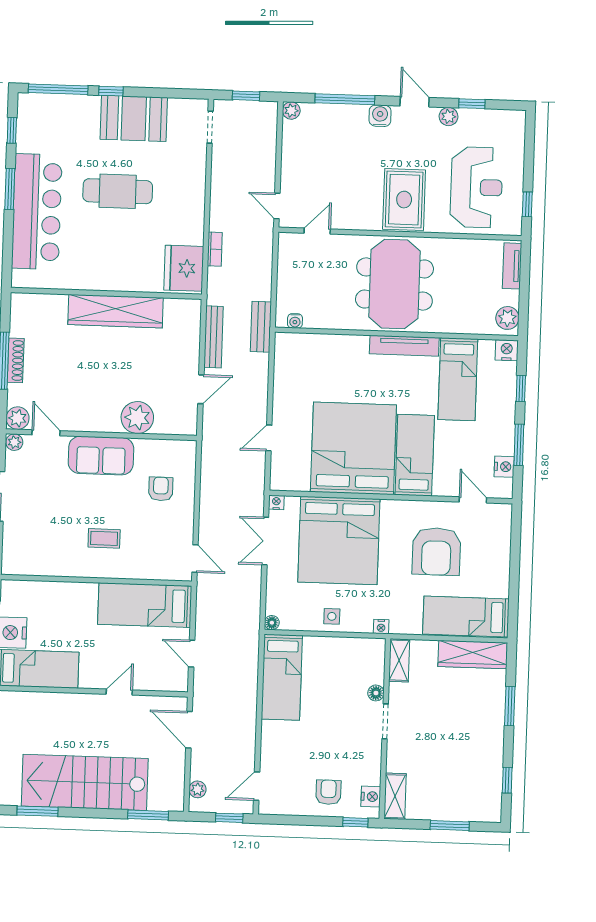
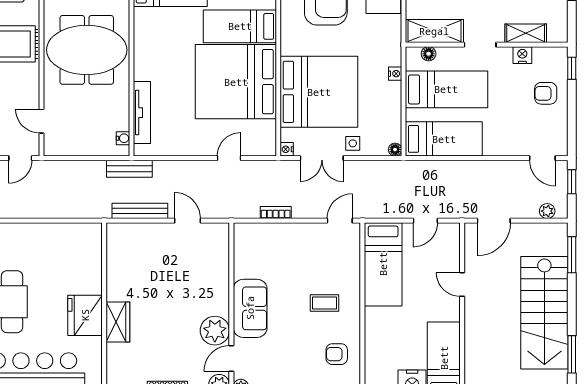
bookcase: (215, 249) -> (276, 213), moved
fridge: (184, 268) -> (85, 315), moved, turned 90
wardrobe: (116, 311) -> (118, 322), width x0.48, depth x0.85
tv unit: (404, 346) -> (142, 113), moved
plant: (137, 418) -> (215, 331), moved
door: (269, 438) -> (229, 158), swing flipped
armchair: (161, 489) -> (337, 354), moved
coffee table: (104, 538) -> (324, 303), turned 90
side table: (332, 616) -> (353, 143), moved
nightstand: (381, 627) -> (395, 74), moved
shelving: (399, 660) -> (434, 31), width x1.50, depth x1.33
bed: (337, 682) -> (446, 89), added
floor lamp: (376, 693) -> (429, 54), moved
shelving: (395, 796) -> (526, 33), moved
nightstand: (371, 797) -> (522, 55), moved

